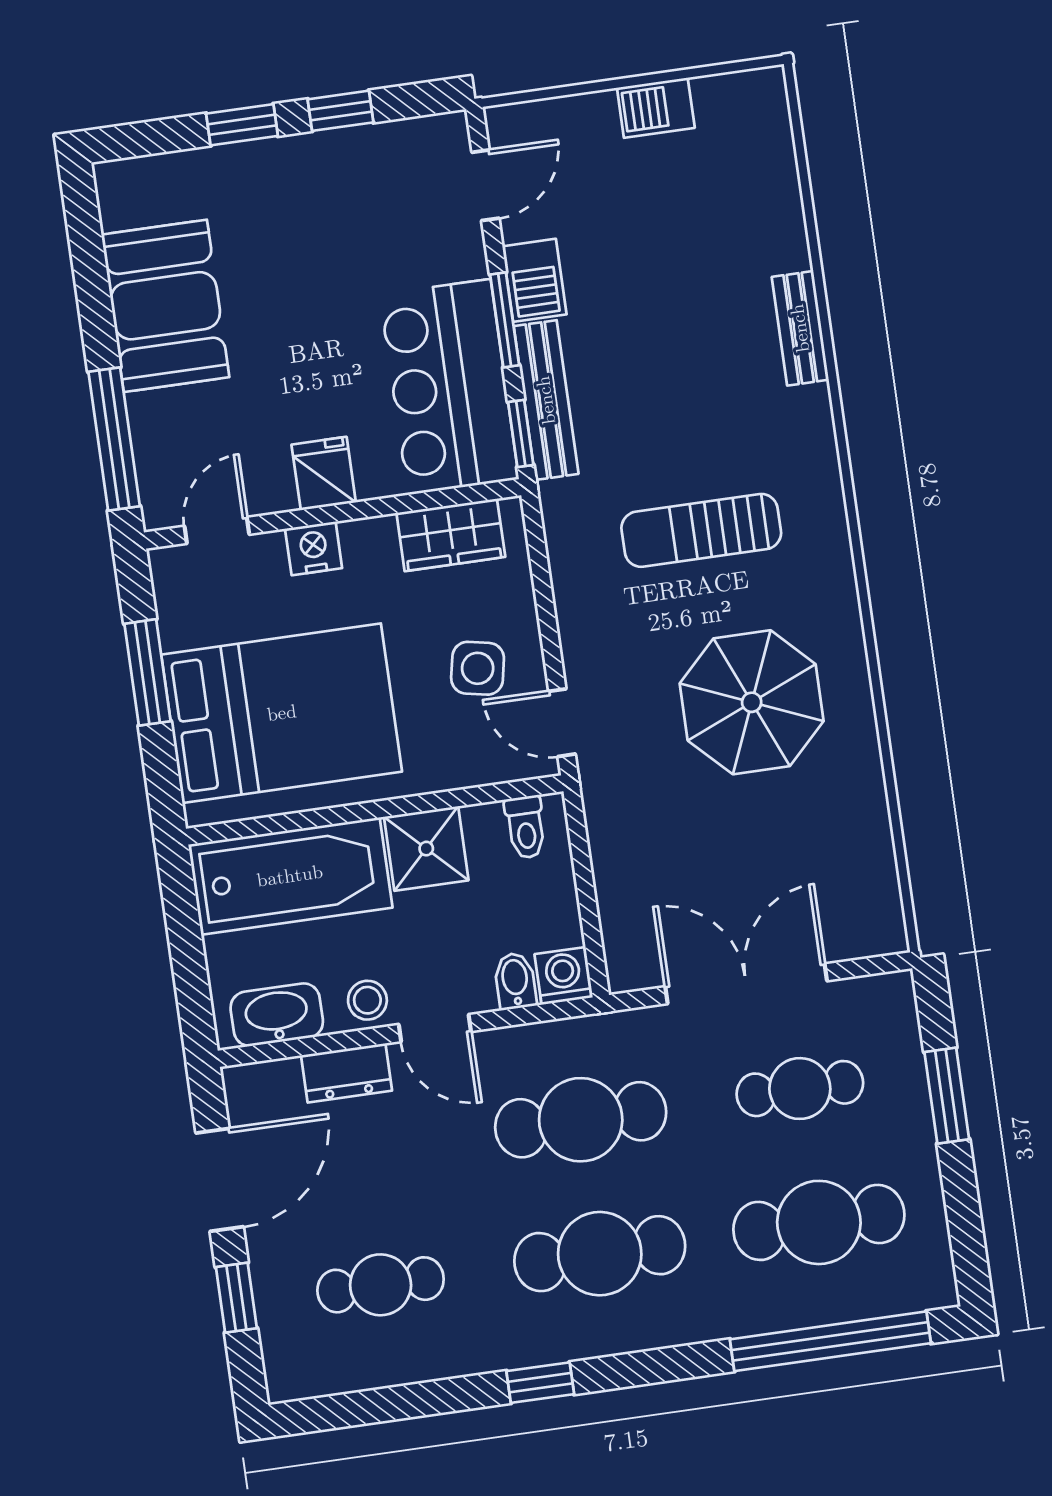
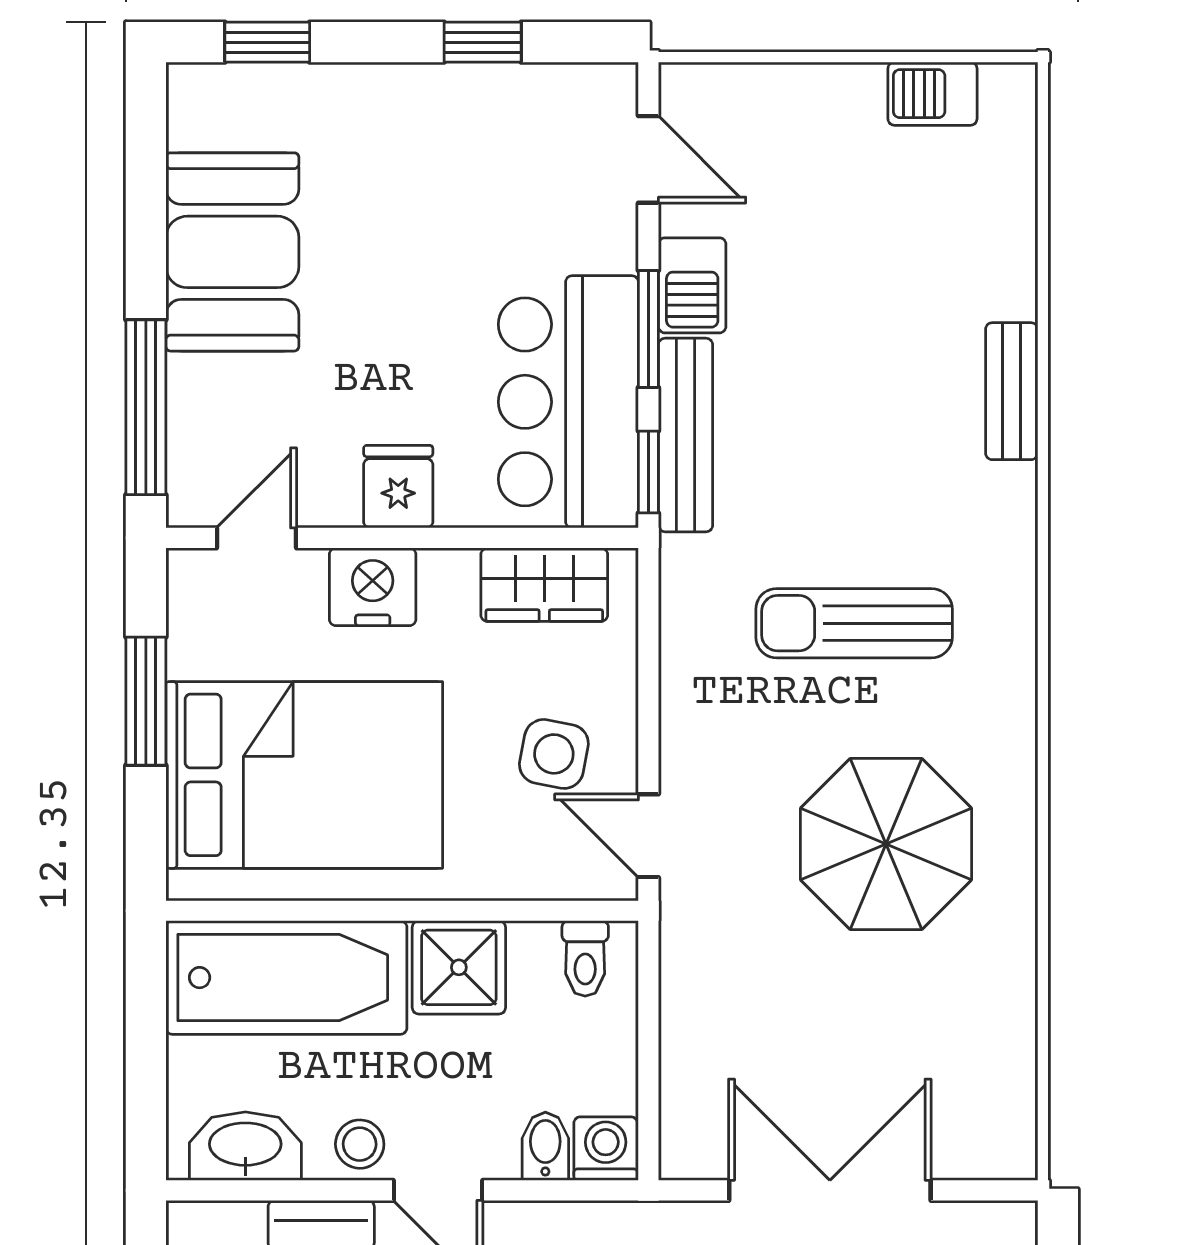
barbecue: (656, 108) -> (932, 94), moved
window: (242, 125) -> (267, 42), moved
door: (485, 185) -> (648, 159), hinge flipped
nightstand: (314, 548) -> (373, 587), width x1.36, depth x1.33

